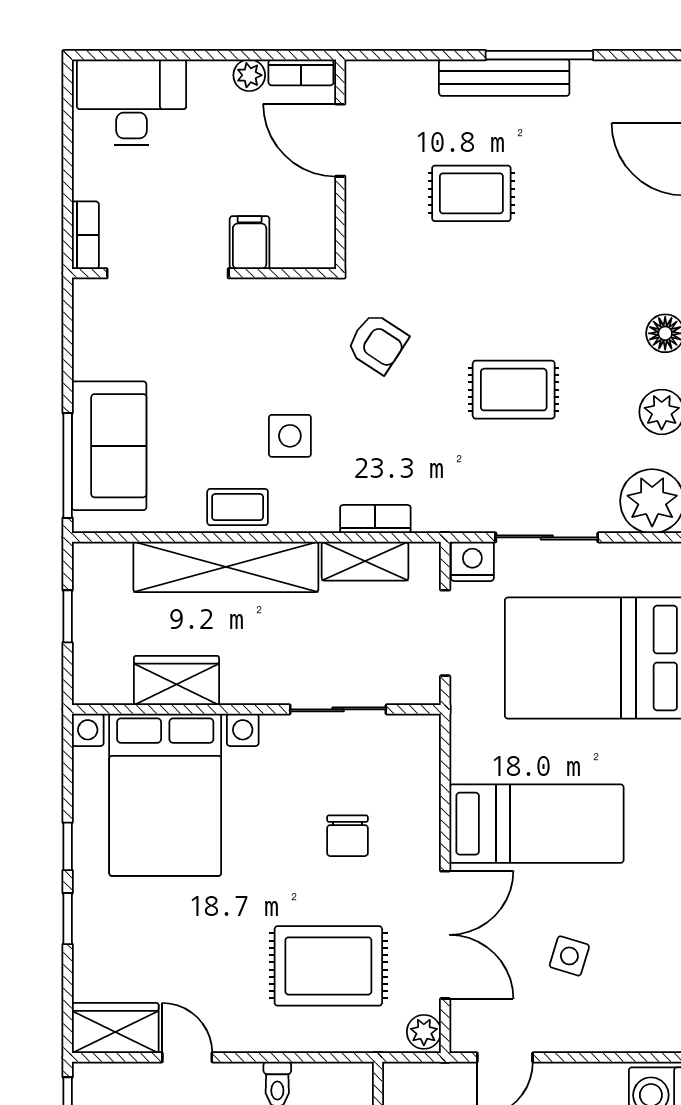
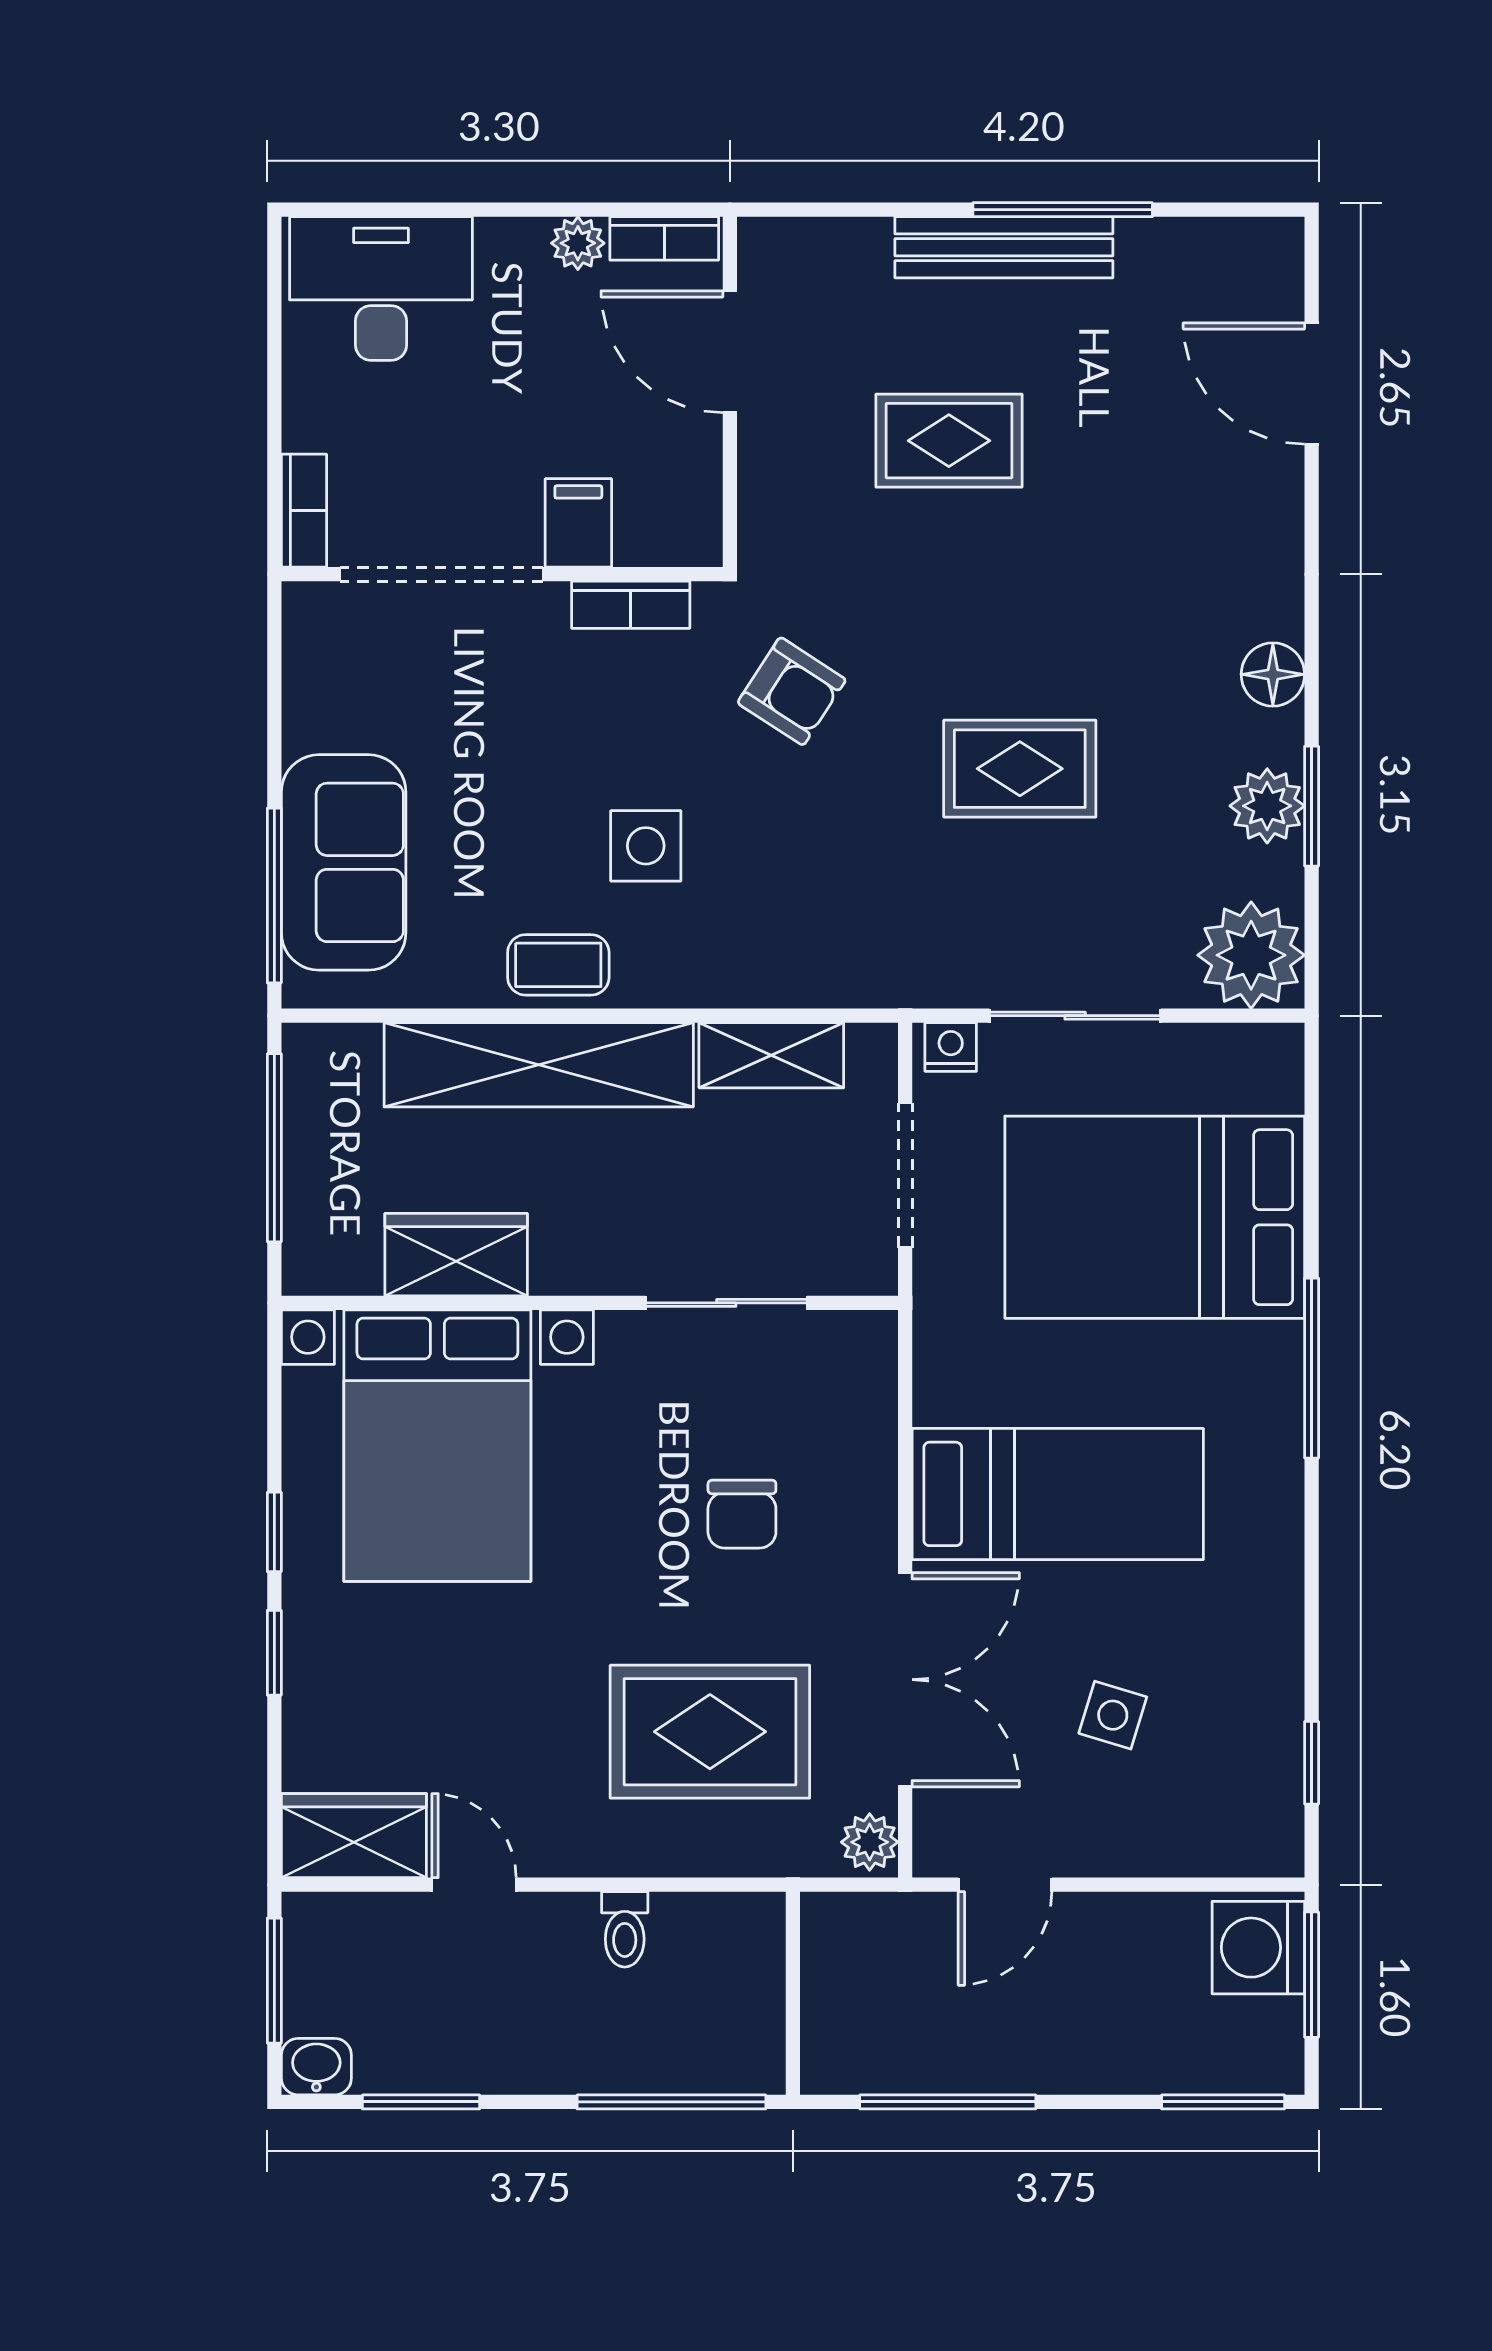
bookcase: (375, 519) -> (631, 605), moved, turned 180
nightstand: (472, 561) -> (951, 1047), width x0.72, depth x0.74
window: (68, 616) -> (274, 1148), width x2.17

